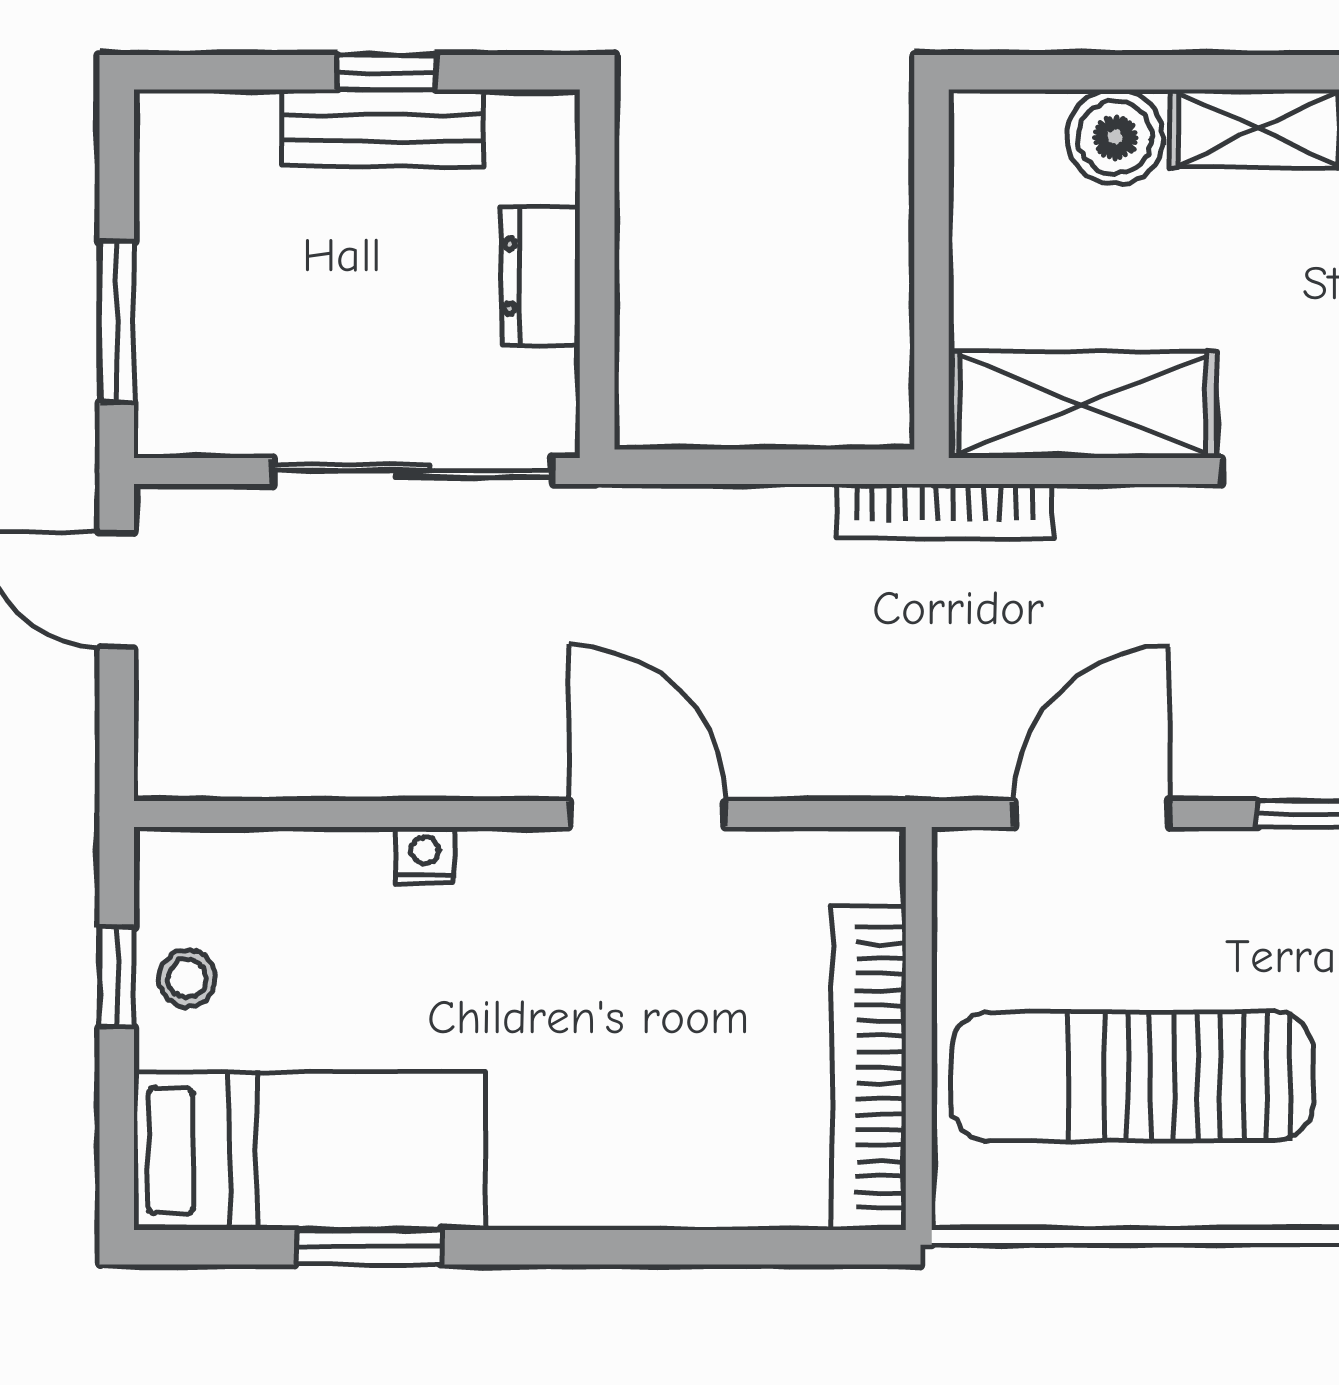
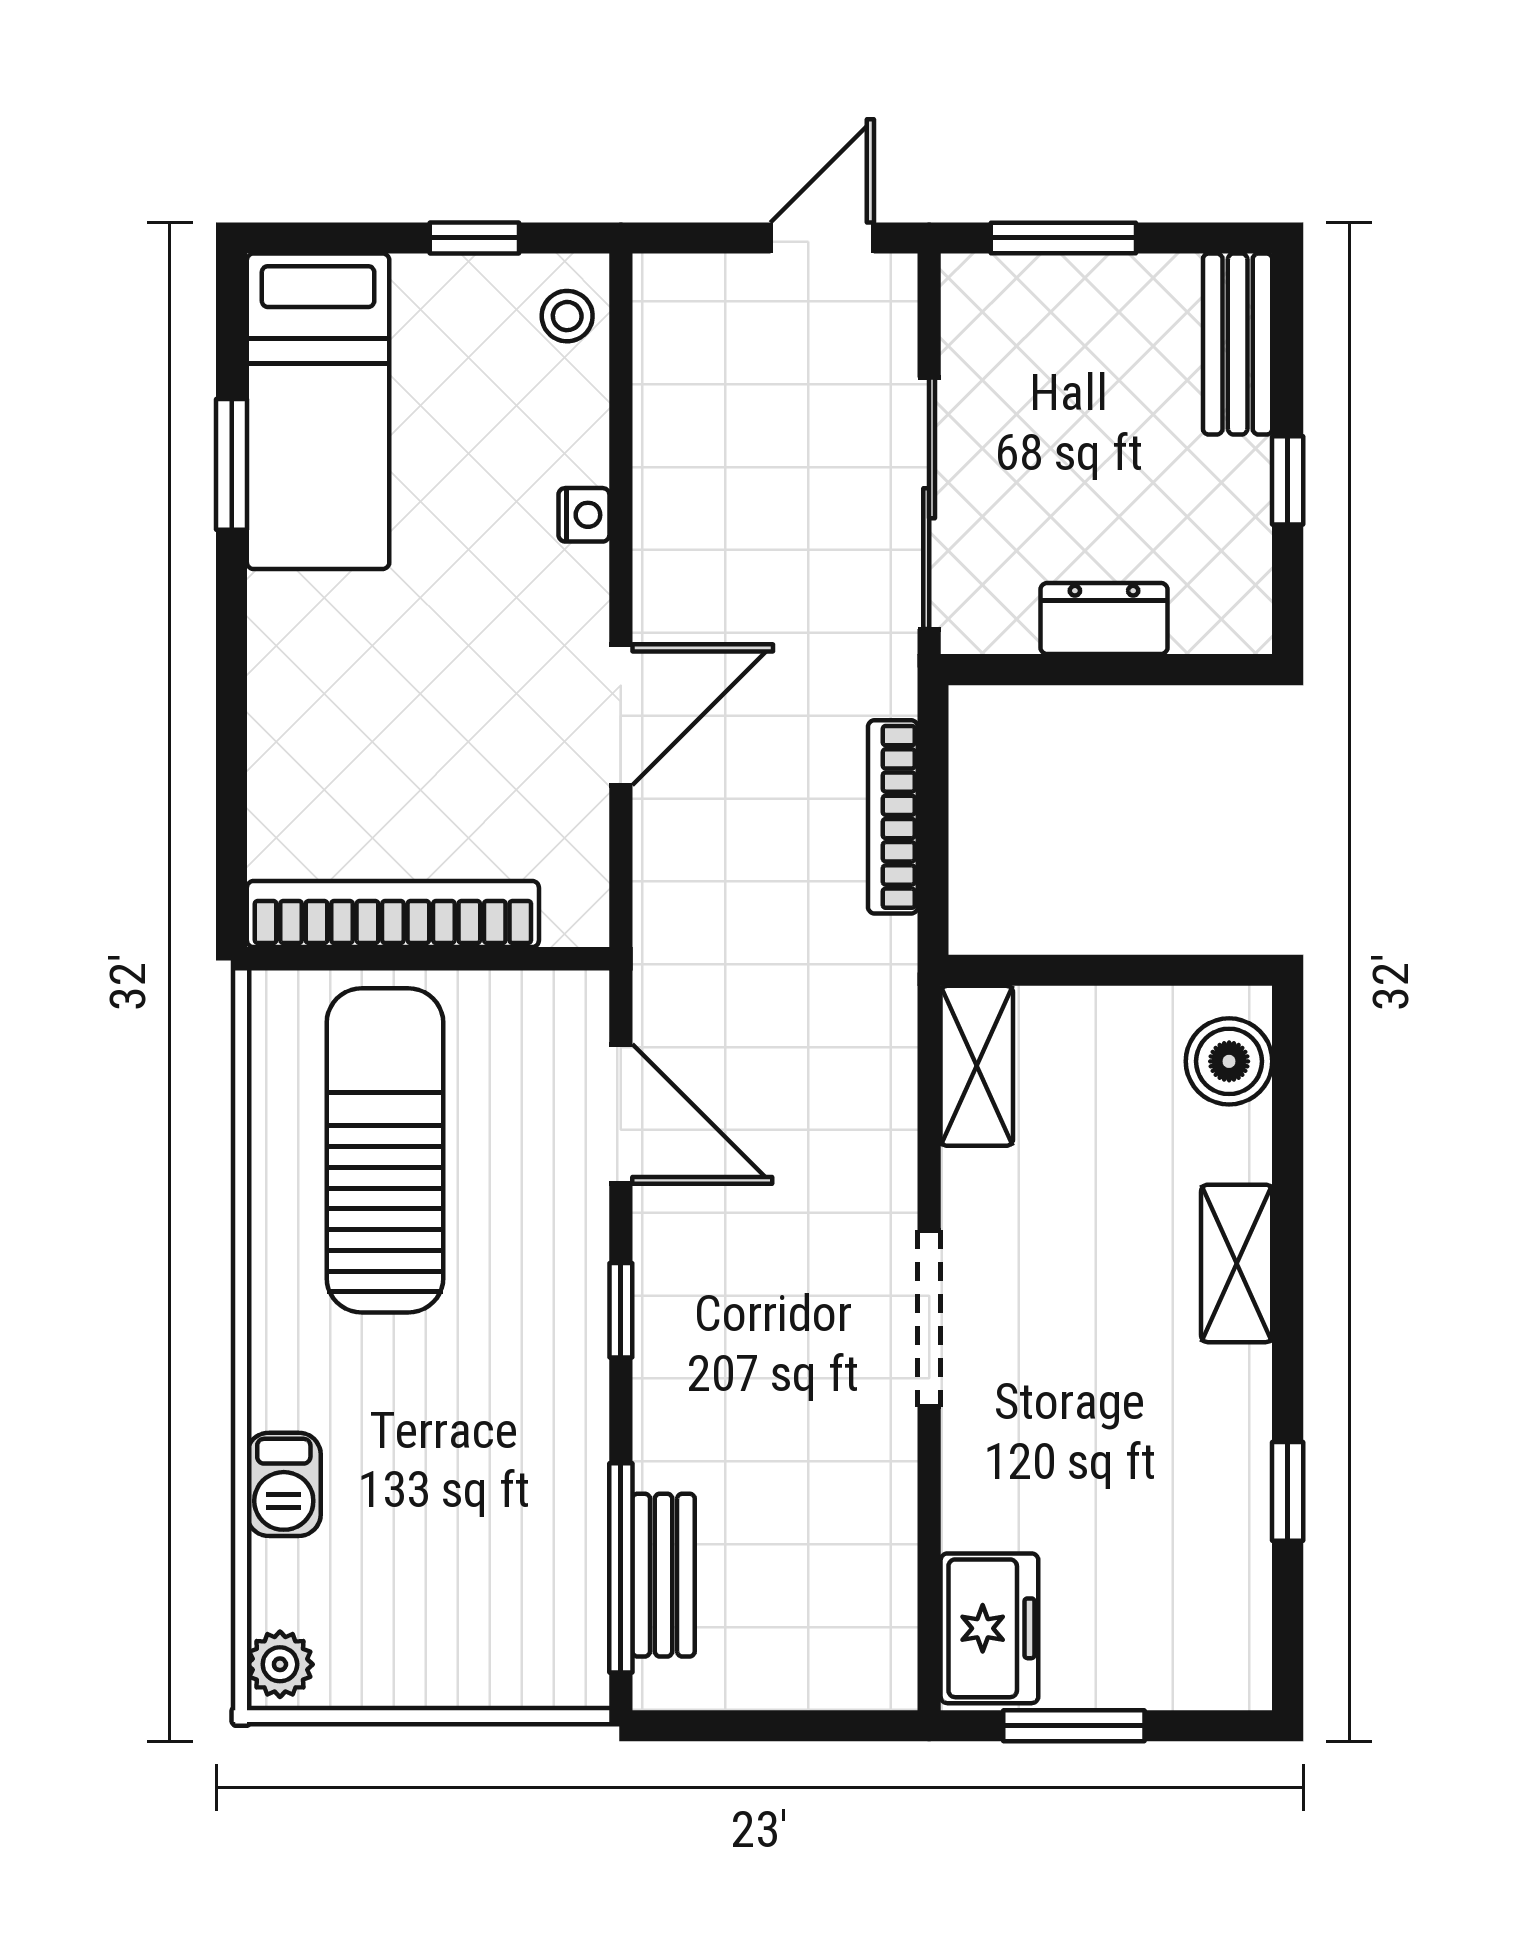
bench: (383, 128) -> (1238, 344), moved
boiler: (1115, 137) -> (1229, 1061), moved
shelving: (1082, 405) -> (977, 1066), width x0.67, depth x0.75
bookcase: (945, 511) -> (893, 817), moved
stool: (187, 978) -> (567, 316), moved

